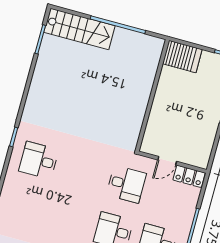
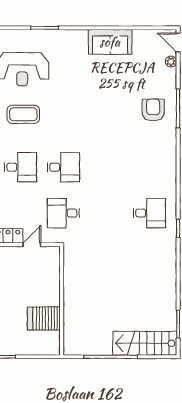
server rack: (182, 57) -> (44, 318), moved

